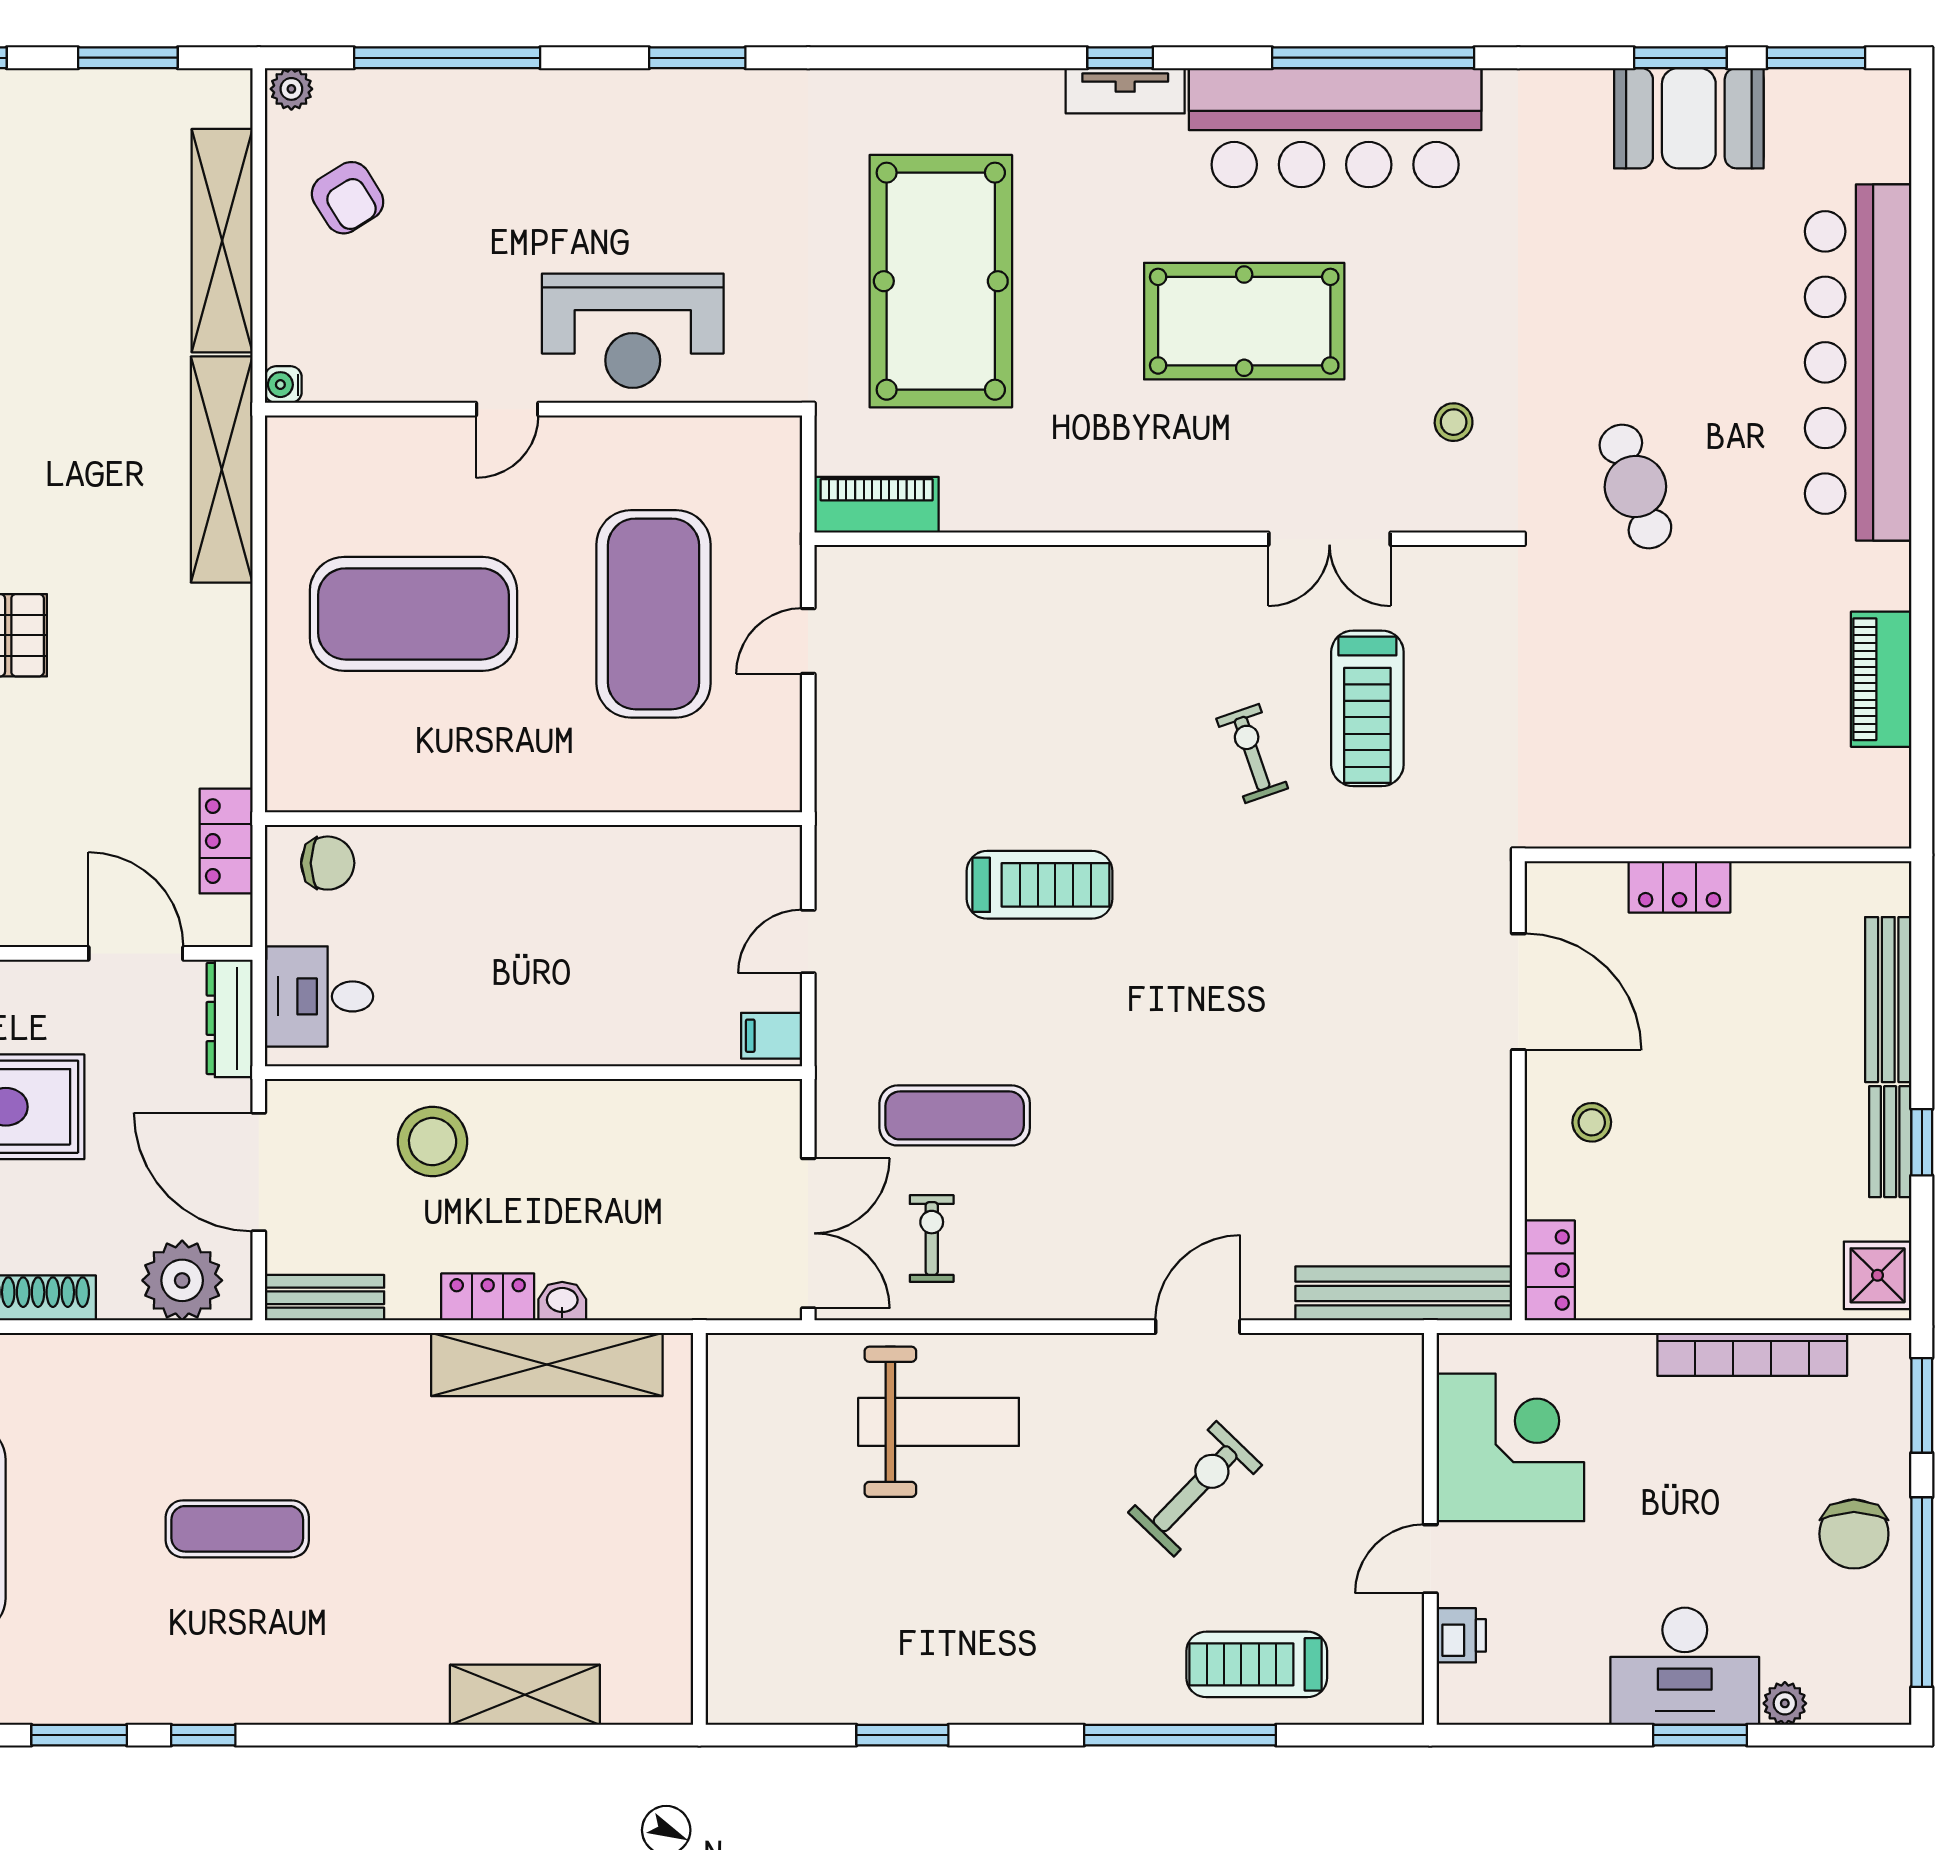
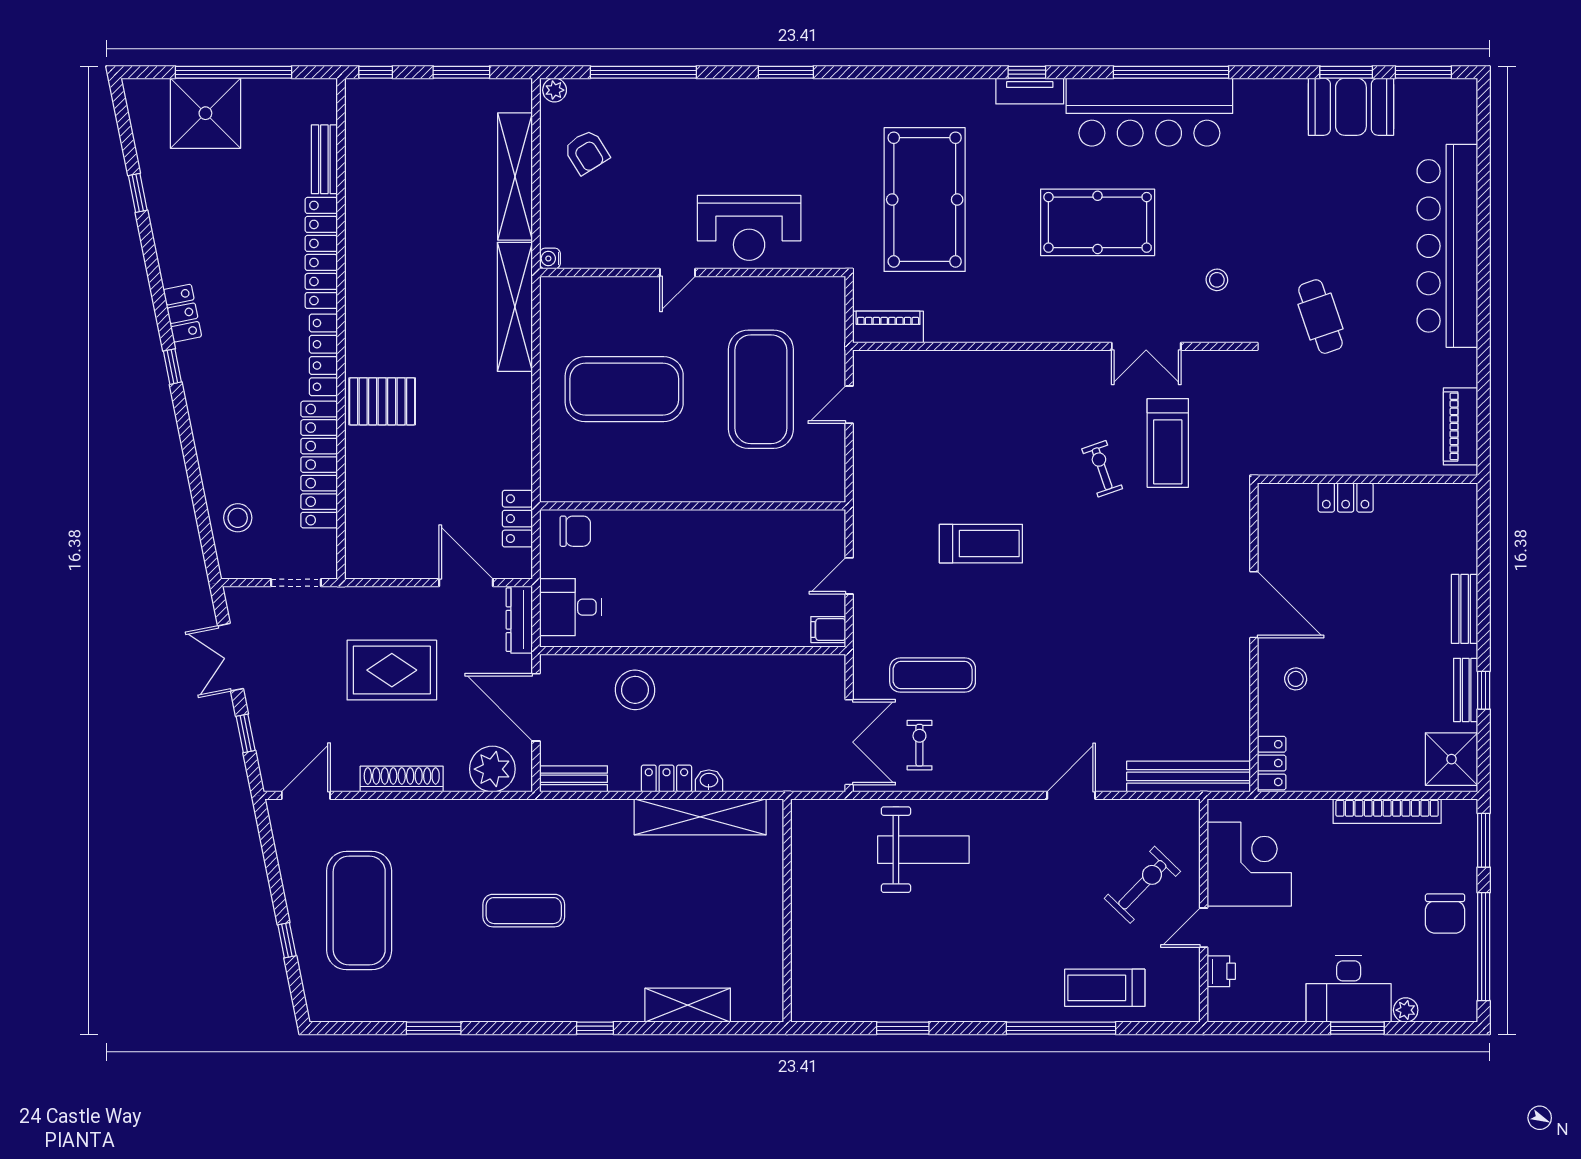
wall: (1718, 855) -> (1368, 479), moved
locker: (1679, 887) -> (1346, 497), moved
bench: (1888, 1000) -> (1465, 609), width x0.73
shower: (1878, 1275) -> (1451, 759), width x1.36, depth x1.36
exercise bike: (1195, 1489) -> (1142, 885), moved
window: (203, 1735) -> (595, 1028), moved

